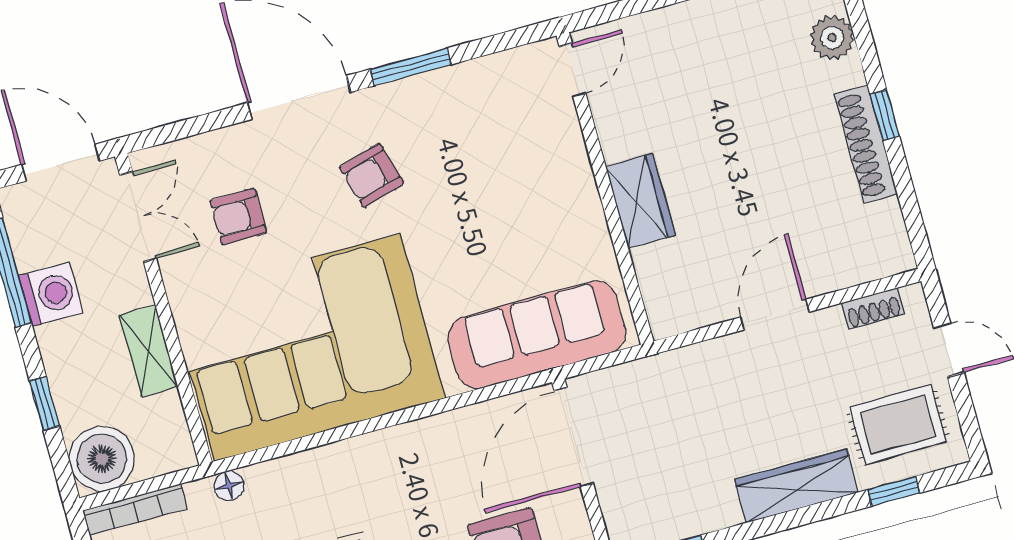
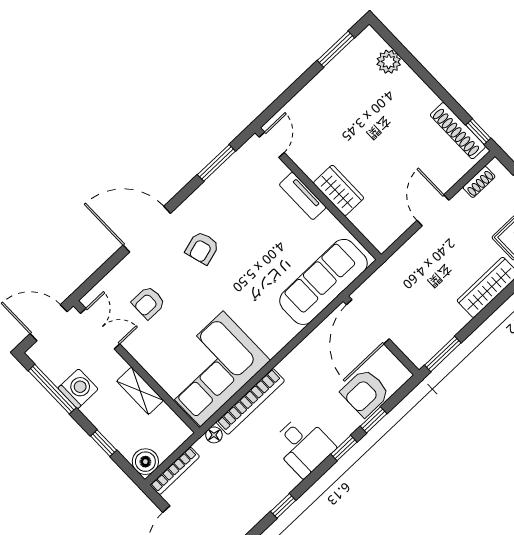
window: (411, 67) -> (216, 163), moved
window: (885, 115) -> (478, 132), moved
shoe rack: (866, 144) -> (458, 131), moved
tv unit: (578, 179) -> (303, 196), added
corner sofa: (307, 347) -> (212, 369), width x0.73, depth x0.74
boiler: (102, 459) -> (145, 462), width x0.73, depth x0.73
bookcase: (316, 463) -> (250, 401), added

